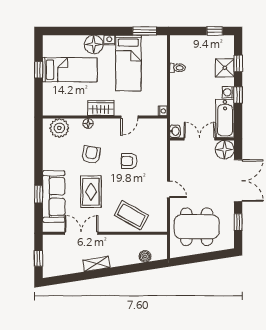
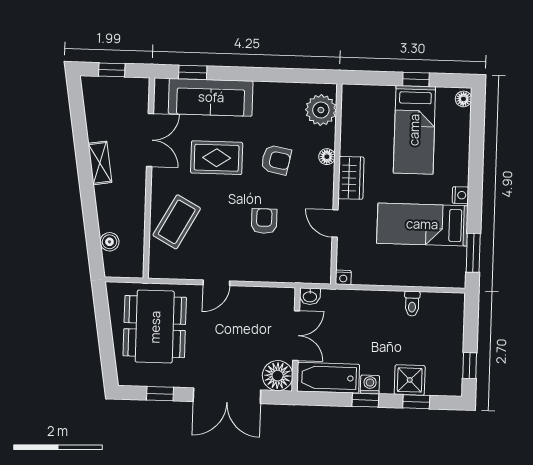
floor lamp: (94, 44) -> (463, 99), moved, width x0.53, depth x0.53
window: (39, 194) -> (193, 72), moved

